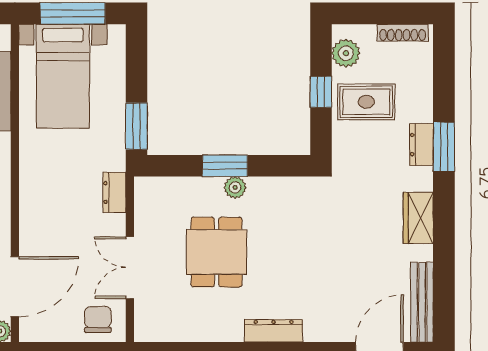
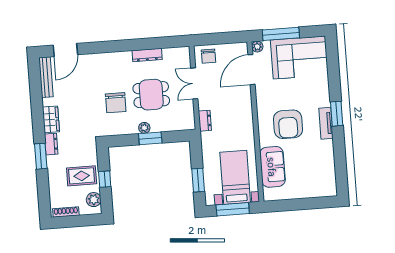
window: (136, 126) -> (198, 180), moved
dresser: (421, 145) -> (51, 144), moved
chair: (288, 241) -> (116, 103), added
dining table: (217, 252) -> (151, 95), turned 90
double door: (130, 268) -> (194, 83), swing flipped
dresser: (274, 331) -> (147, 55), moved

